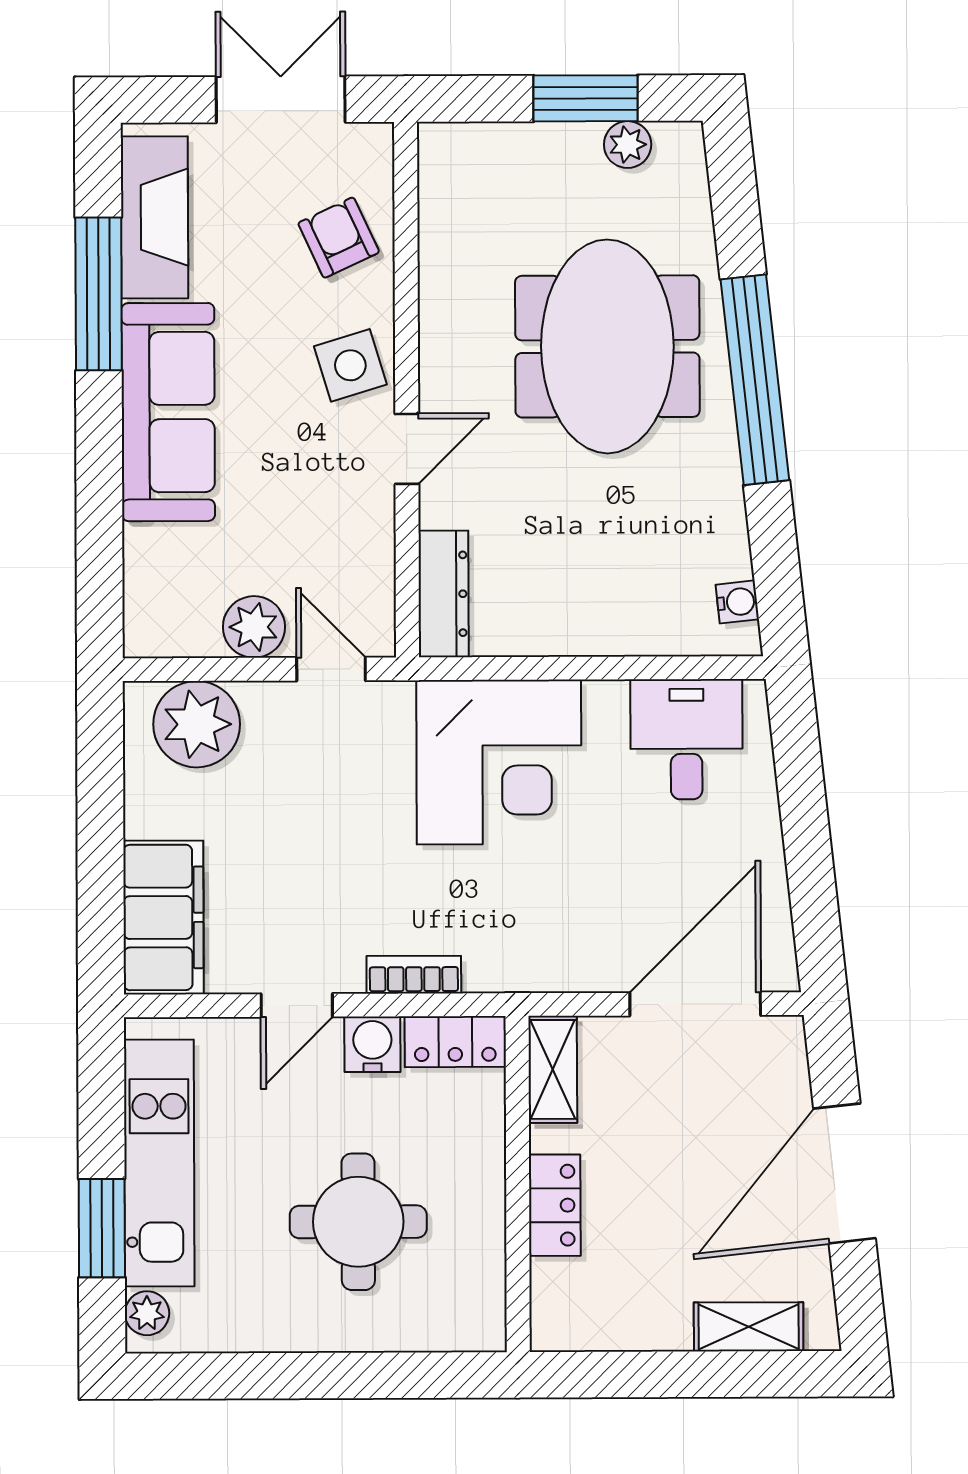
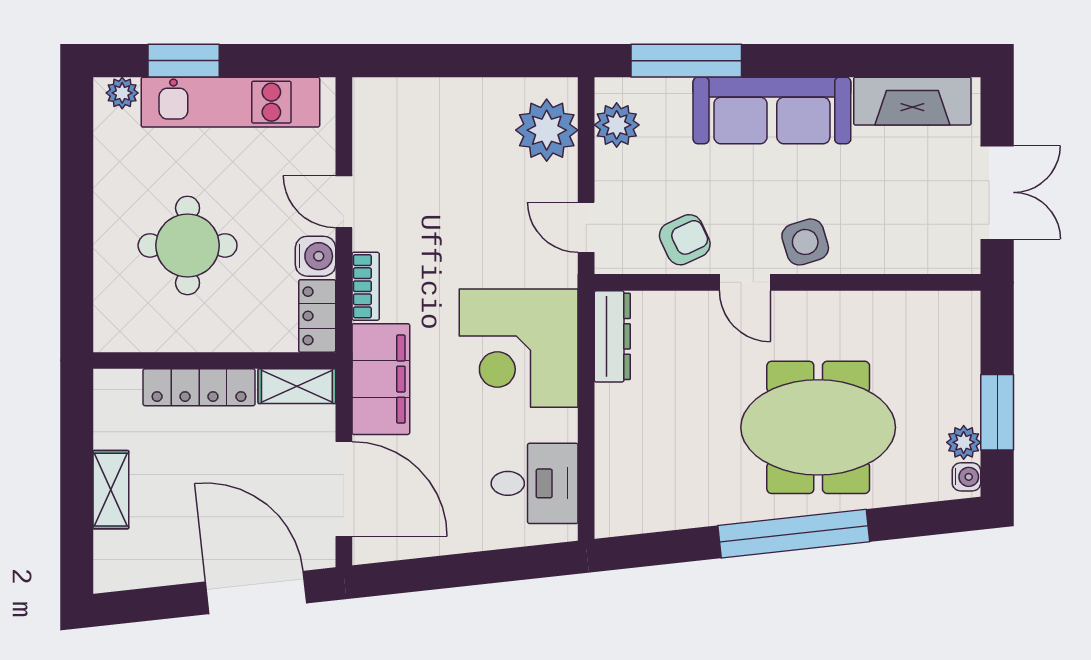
armchair: (339, 238) -> (685, 240), moved
window: (99, 294) -> (686, 61), moved
dresser: (443, 594) -> (612, 336), moved, turned -90
water cooler: (737, 602) -> (966, 477), moved, turned -84
plant: (254, 627) -> (617, 125), moved
door: (331, 669) -> (586, 227), swing flipped
filing cabinet: (163, 917) -> (381, 379), moved, turned -90
door: (845, 1173) -> (256, 592), moved
locker: (555, 1205) -> (199, 387), width x1.53
shelving: (749, 1327) -> (111, 490), moved

